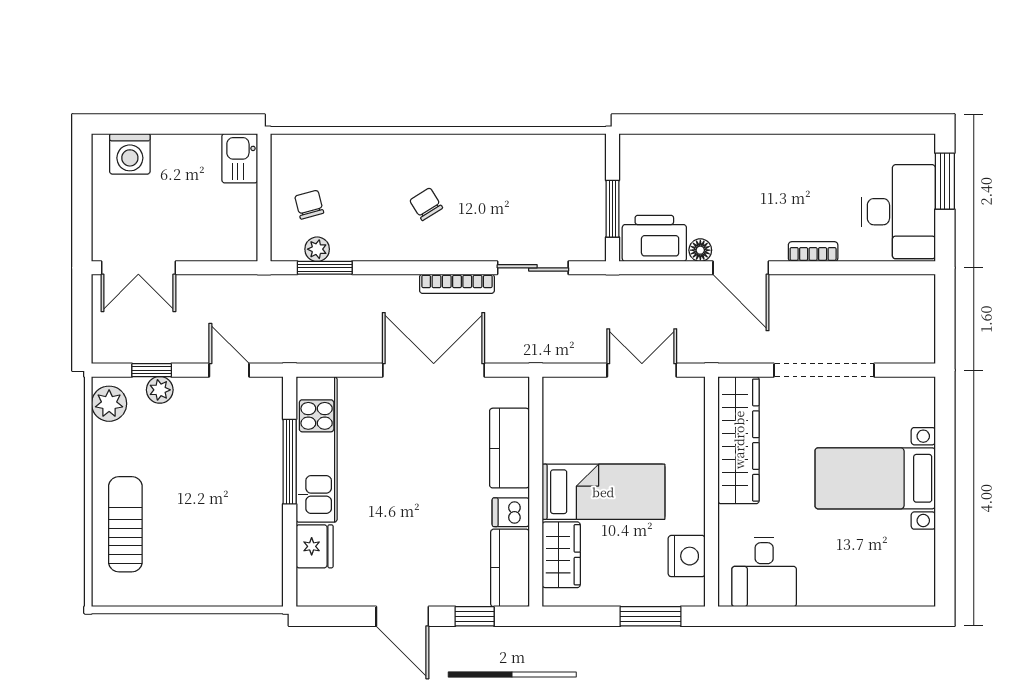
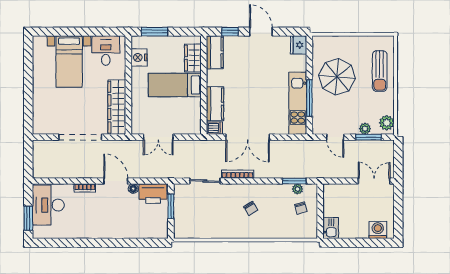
window: (152, 370) -> (368, 137), width x1.50
bed with nightstands: (875, 478) -> (69, 62), moved, turned 90
parasol: (225, 511) -> (337, 77), added
dishwasher: (511, 512) -> (214, 128), moved
fridge: (315, 546) -> (299, 45), moved

